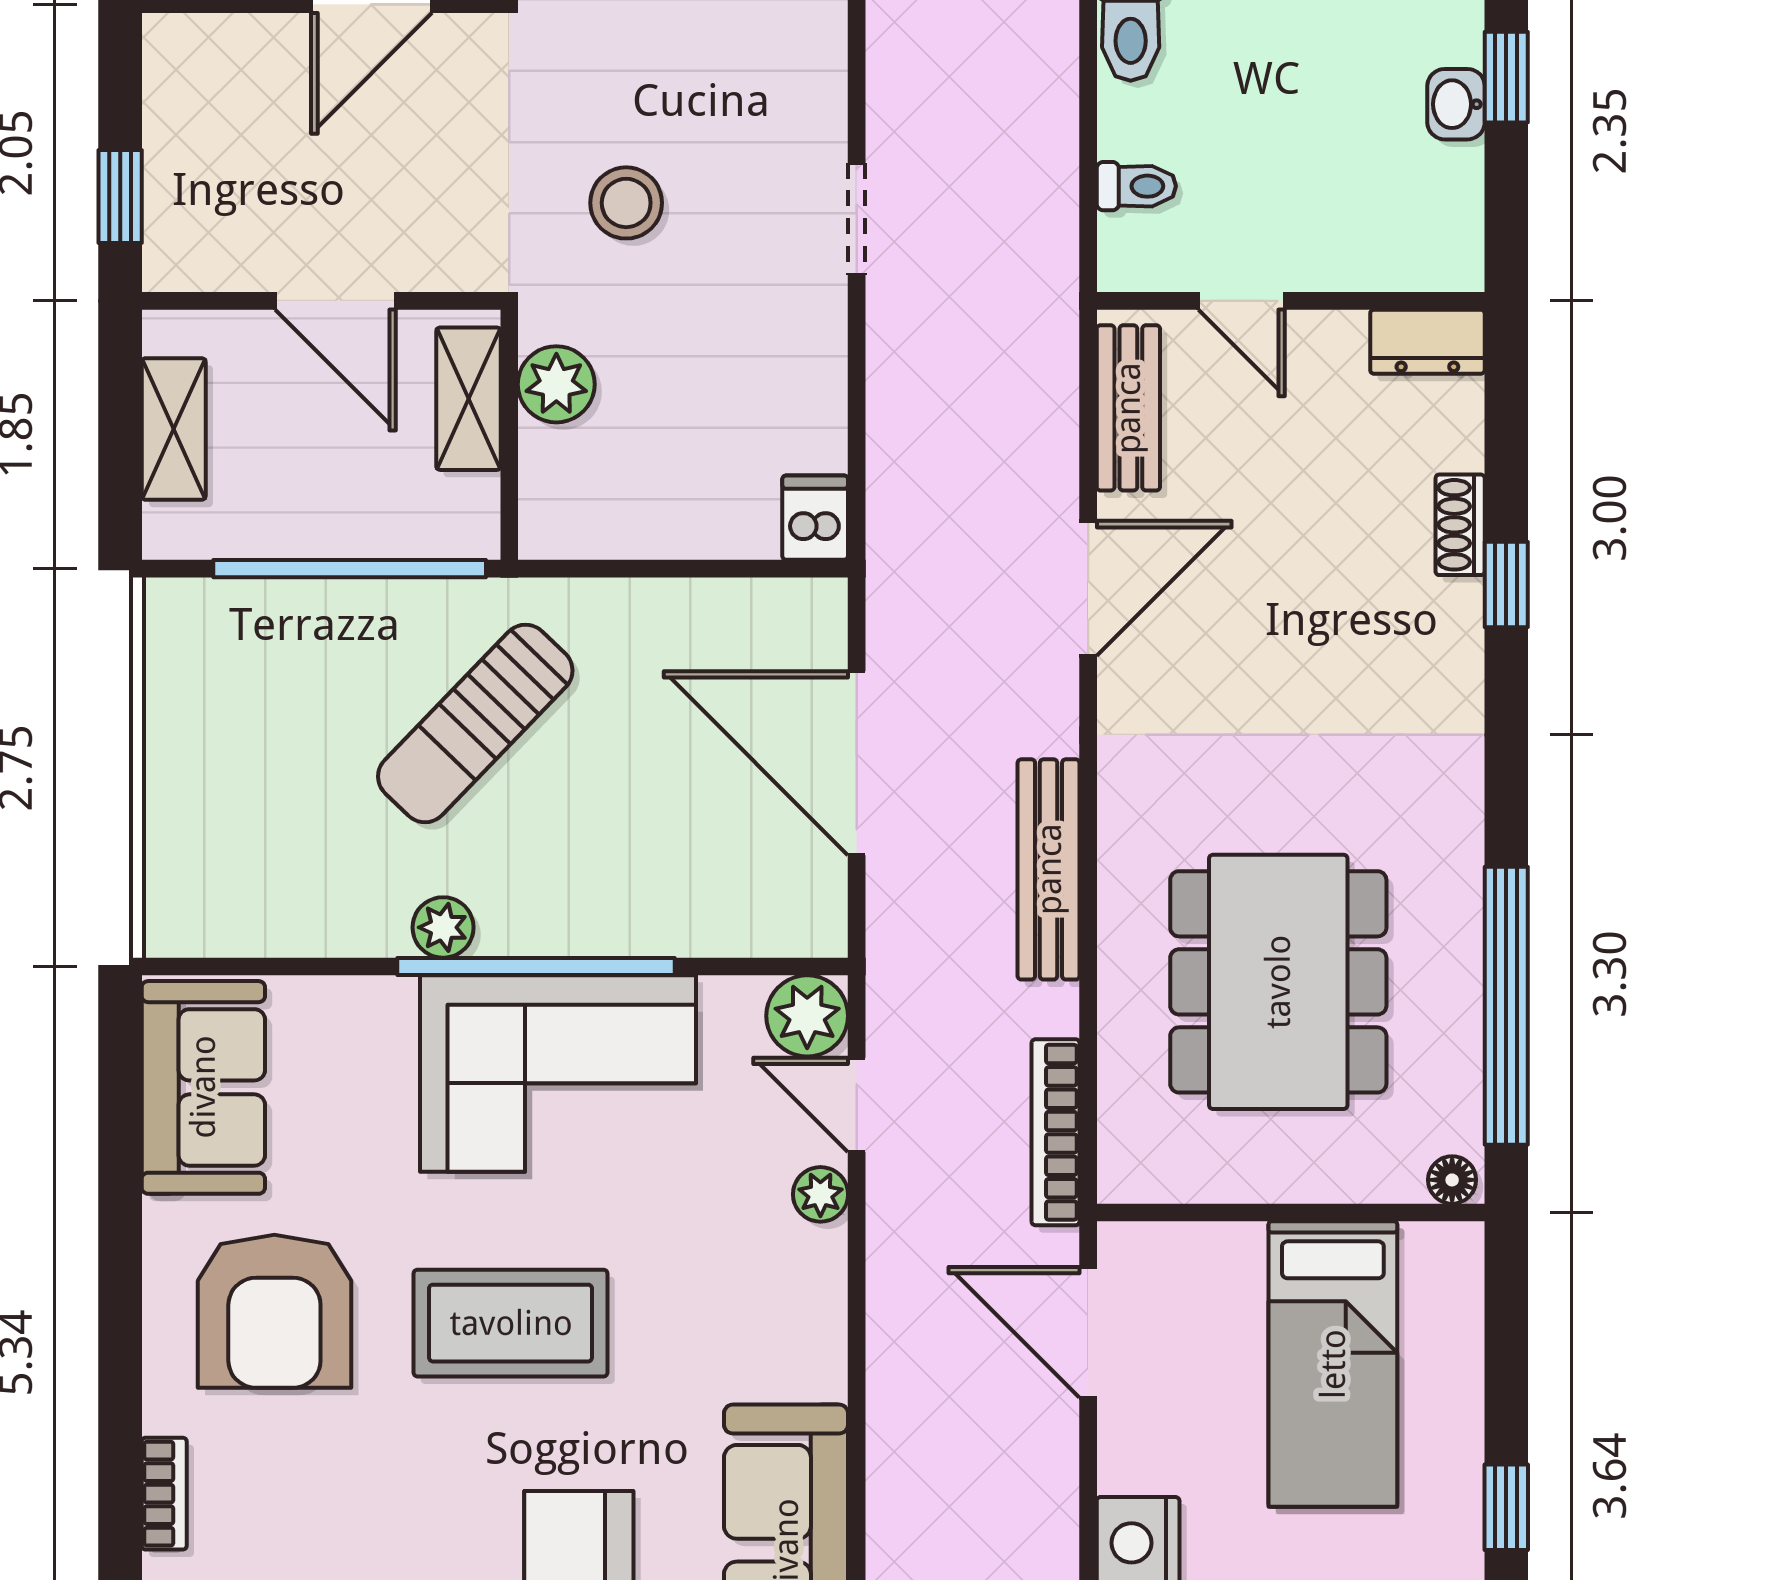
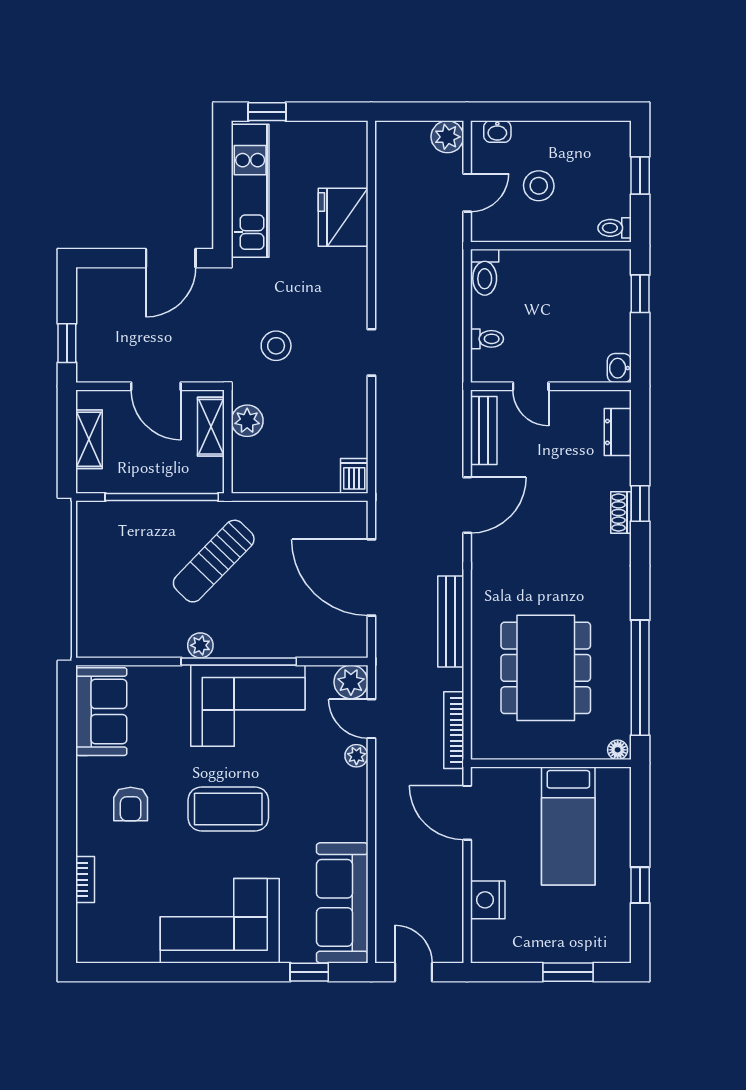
washbasin: (1456, 104) -> (619, 368), moved
dresser: (1427, 342) -> (618, 432), moved, turned 90
shoe rack: (1460, 525) -> (621, 512), moved
armchair: (274, 1311) -> (131, 804), width x0.53, depth x0.53

